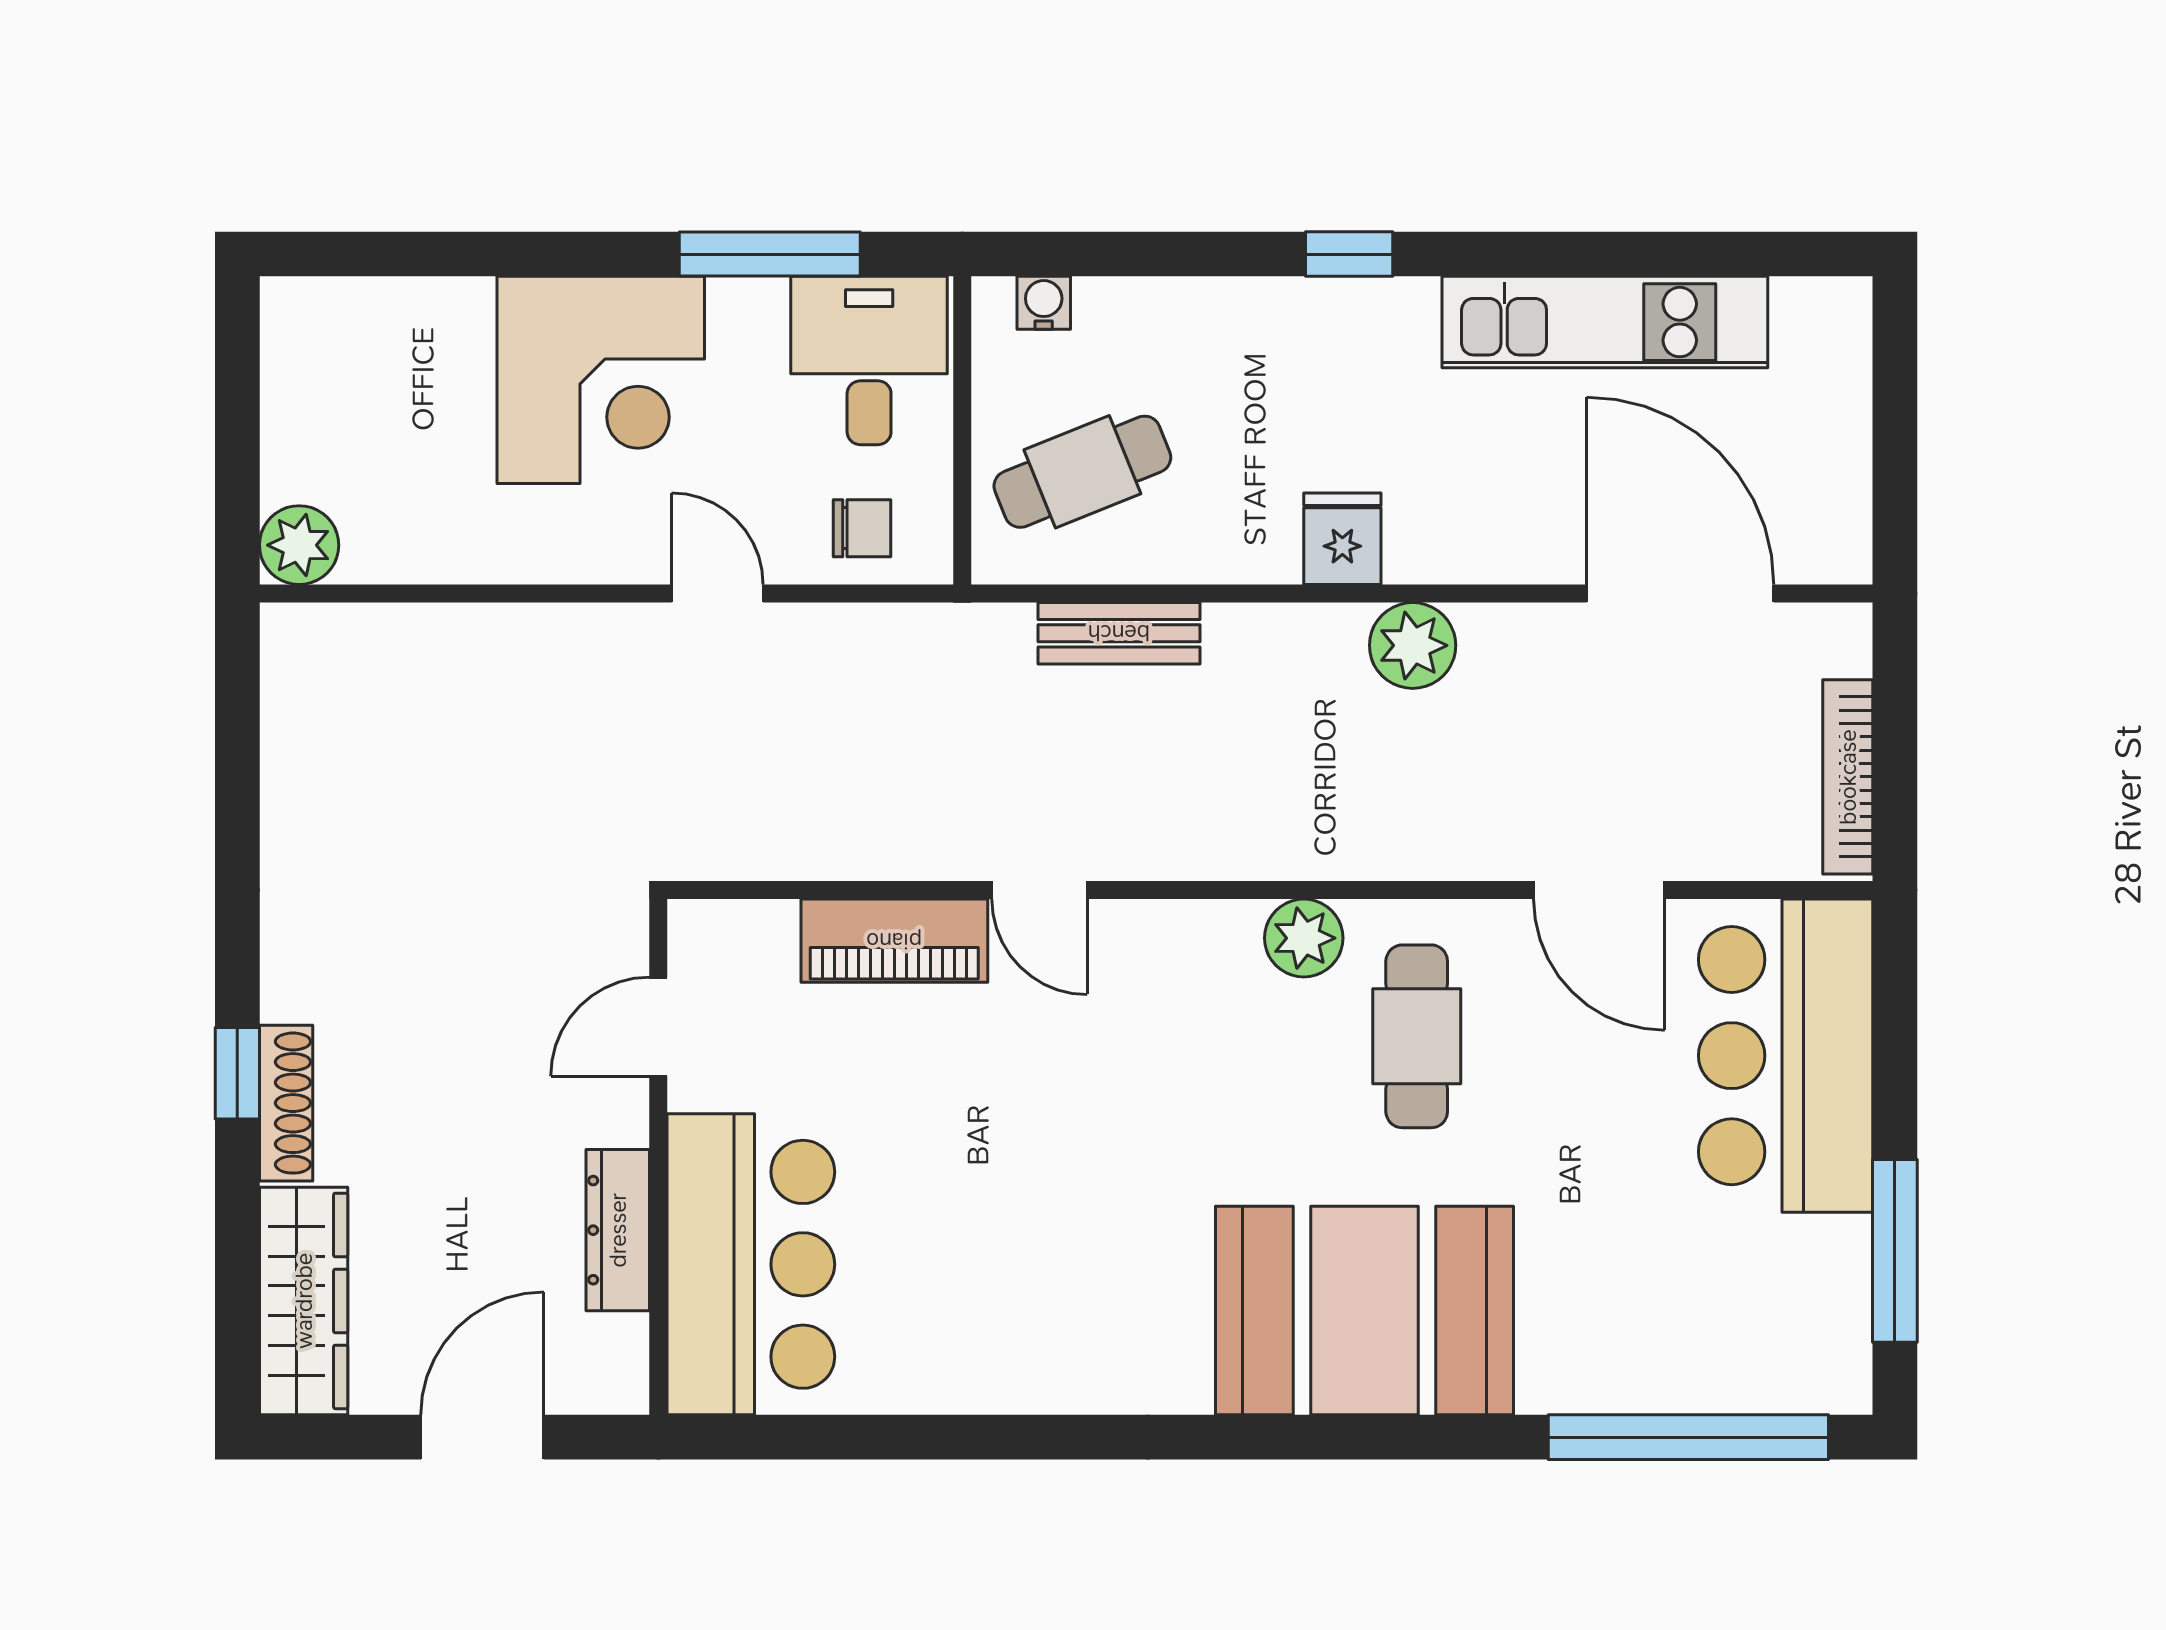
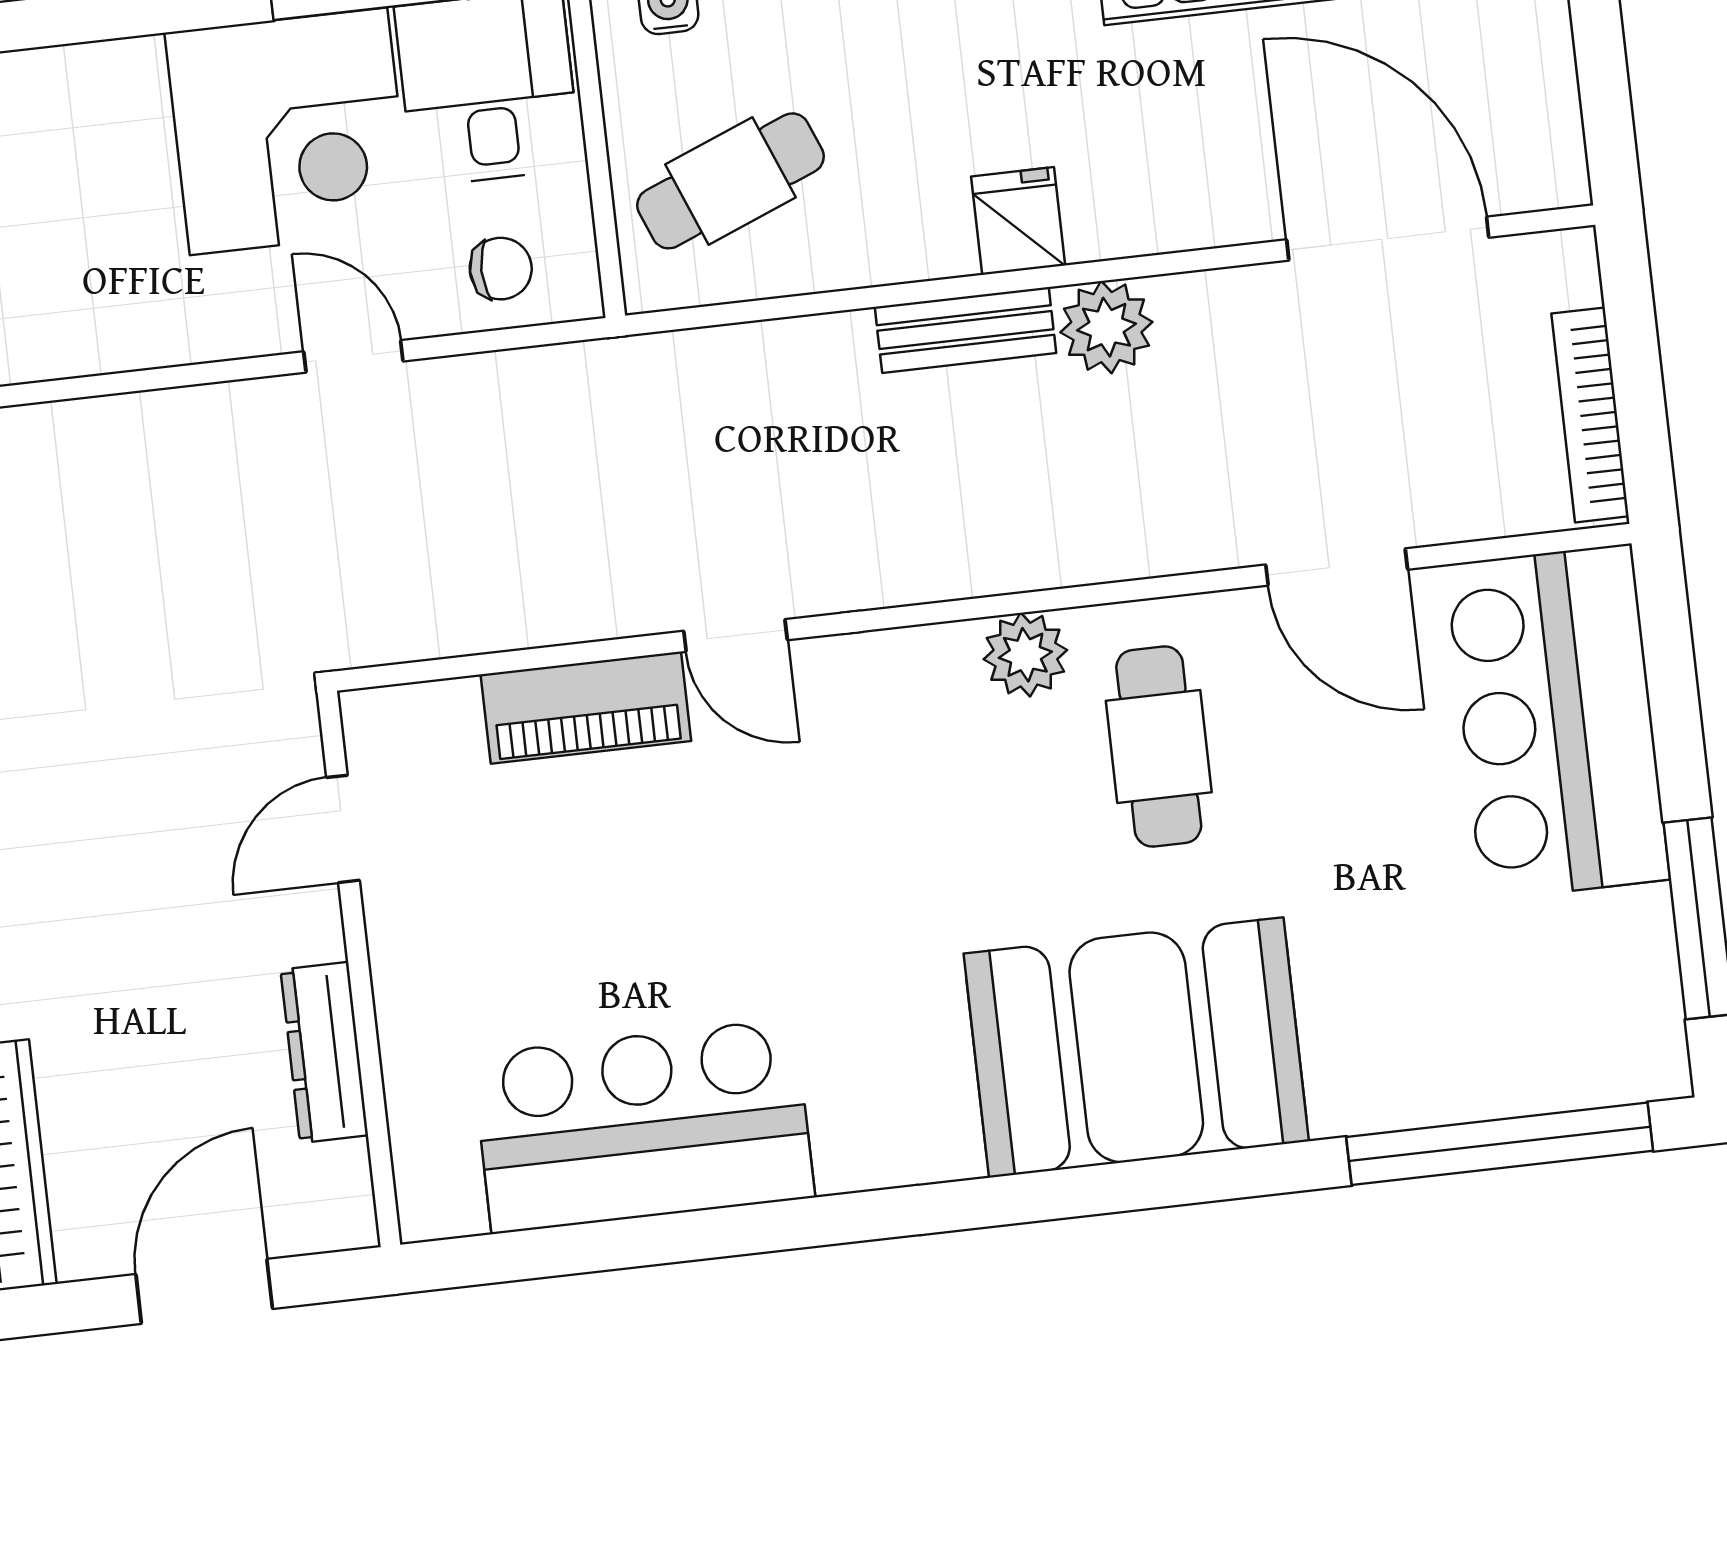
corner desk: (601, 380) -> (288, 131), moved
bench: (1119, 633) -> (965, 330), moved
bar counter: (751, 1264) -> (643, 1126), moved, turned -90

